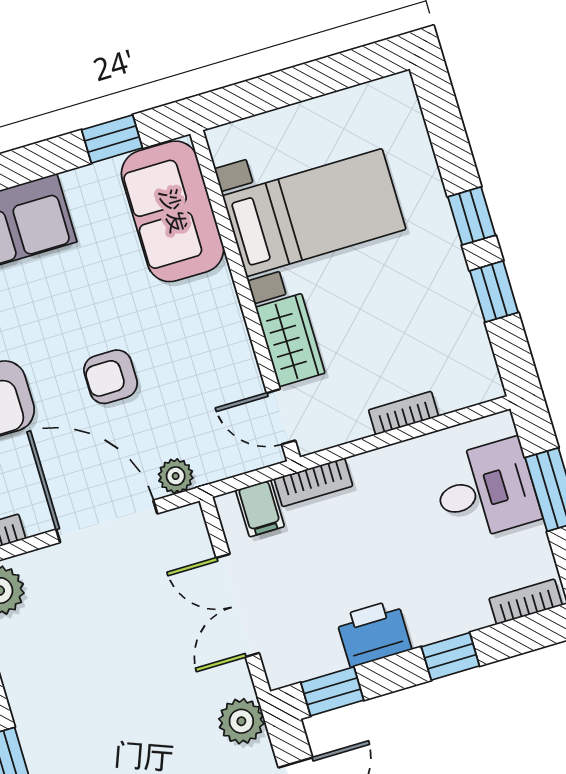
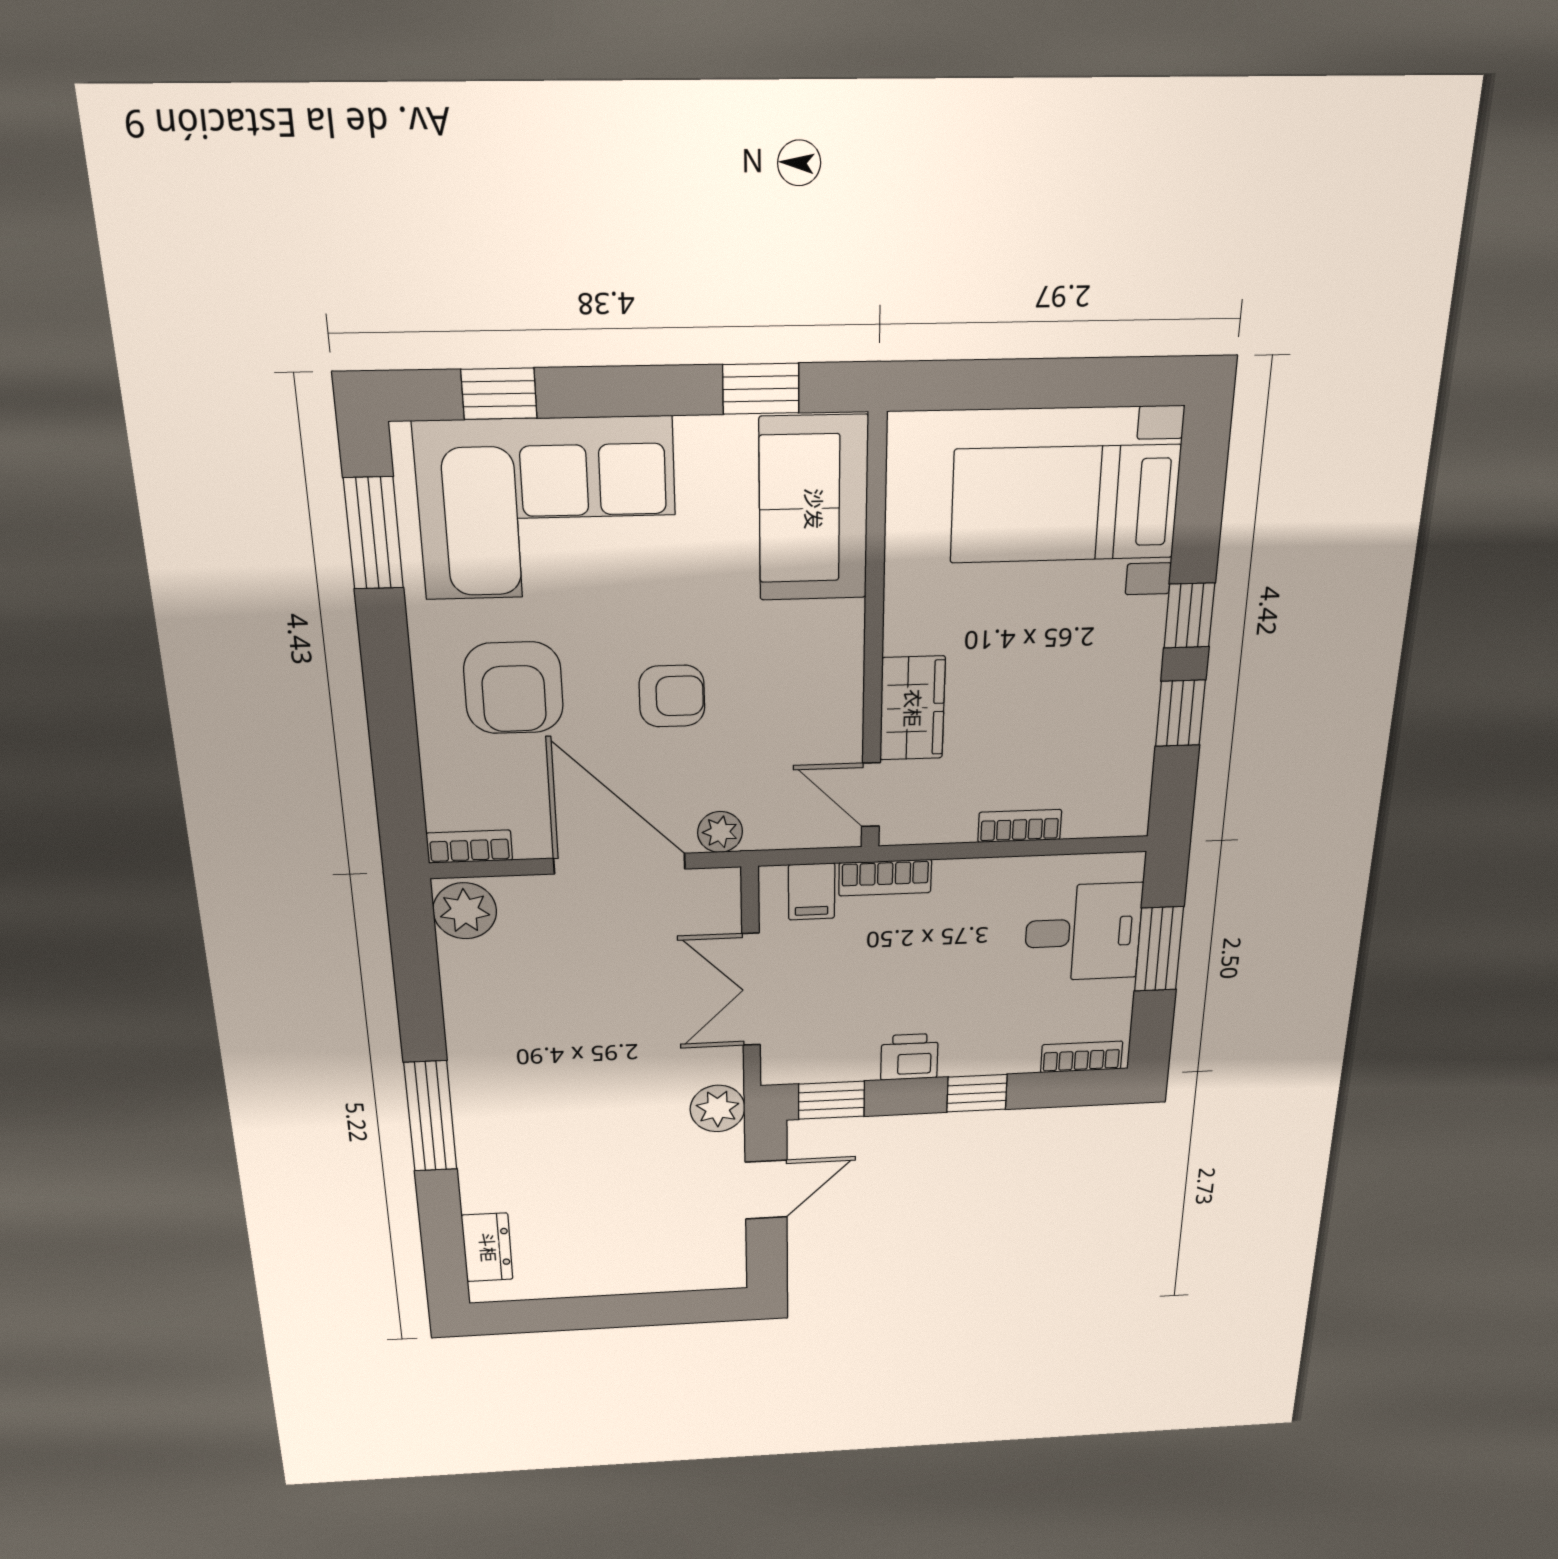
bed with nightstands: (314, 213) -> (1065, 504), moved, turned 180
armchair: (111, 377) -> (672, 696), turned 180
printer: (374, 633) -> (909, 1057), width x0.73, depth x0.81

